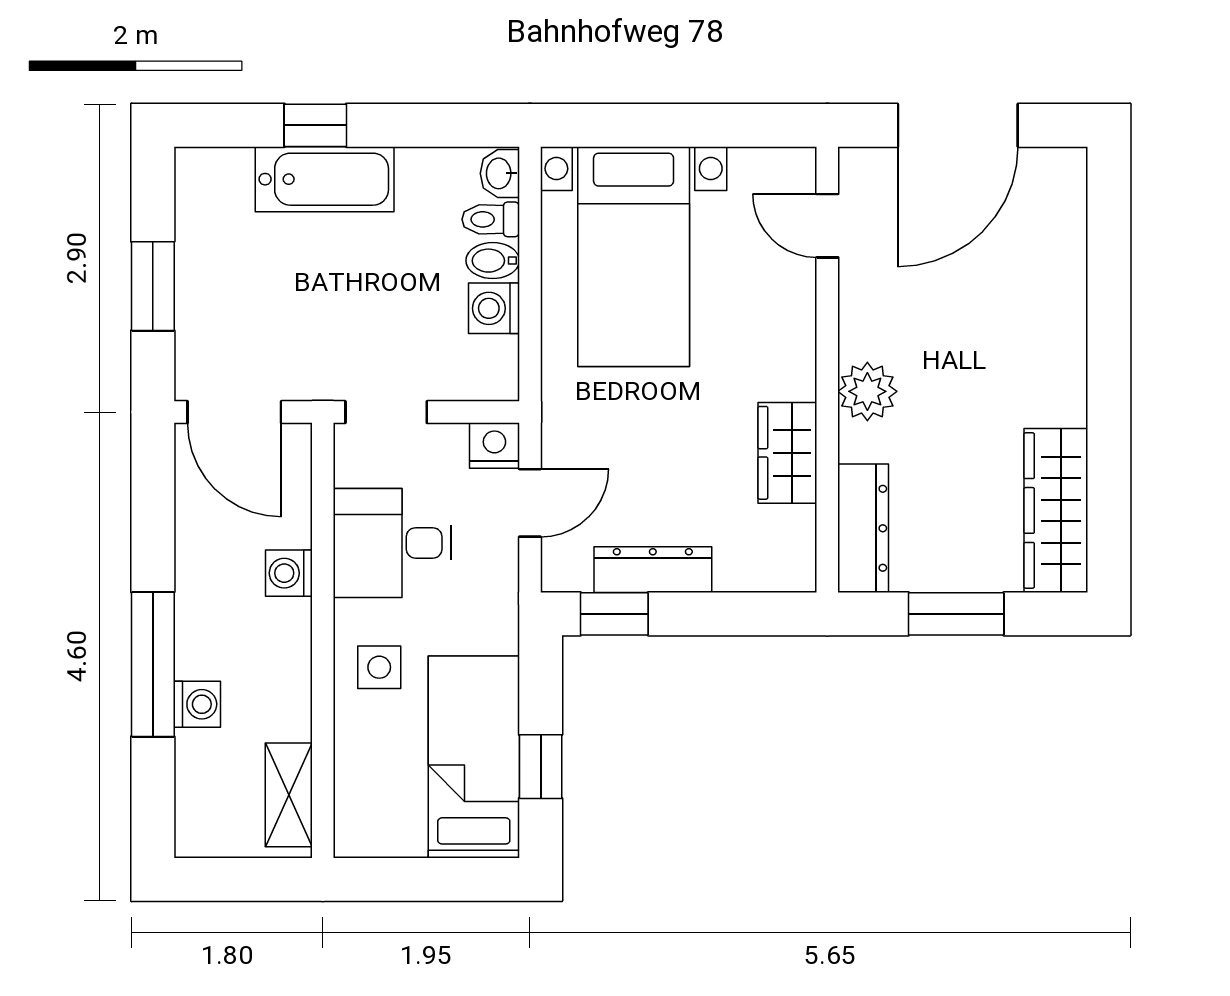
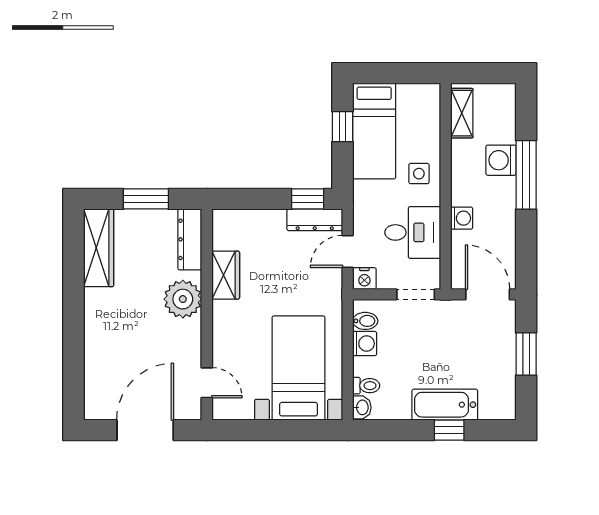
bidet: (493, 261) -> (365, 321), moved
plant: (867, 391) -> (183, 299), width x1.36, depth x1.36
dresser: (653, 570) -> (315, 220), moved
washing machine: (197, 704) -> (501, 160), width x1.38, depth x1.38

